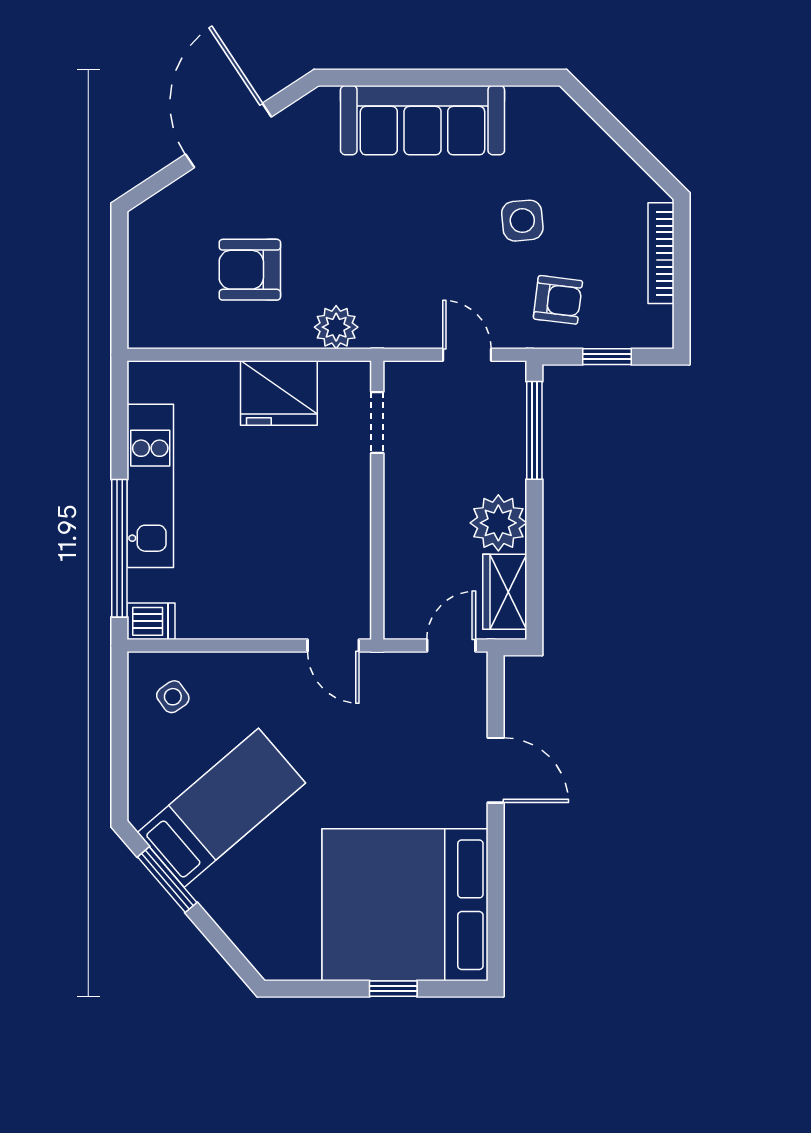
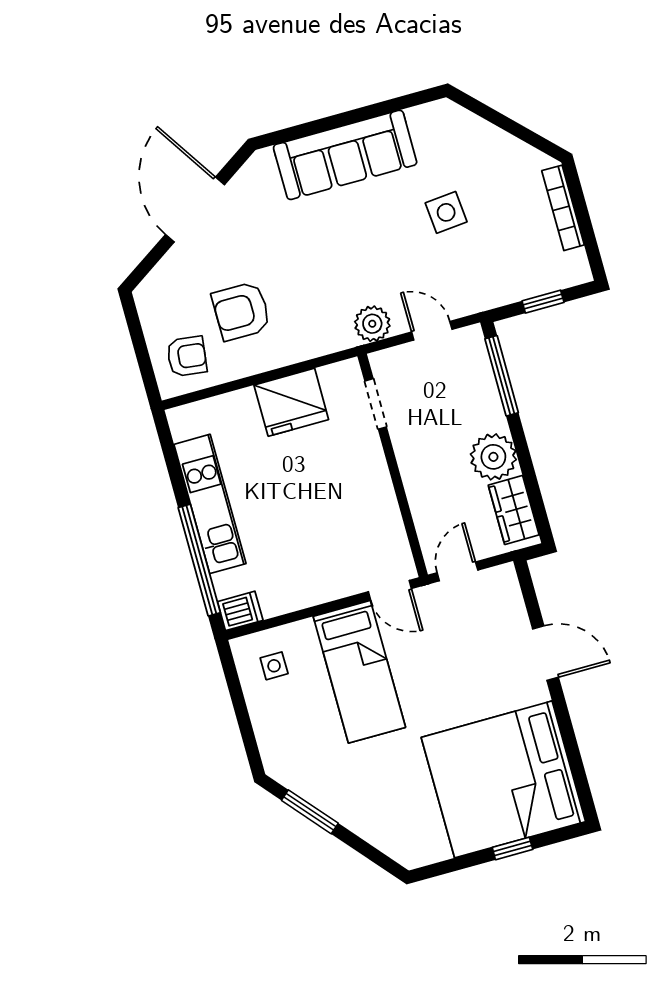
armchair: (558, 300) -> (187, 356), moved
plant: (336, 327) -> (372, 324), moved
door: (451, 646) -> (457, 571), moved
side table: (173, 697) -> (274, 666), turned 35
bed: (221, 808) -> (359, 672), moved, turned 131

